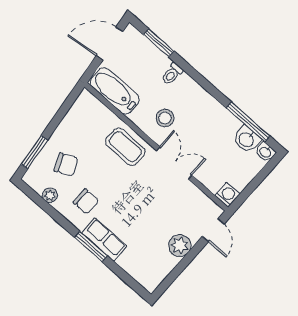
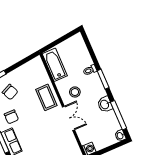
window: (159, 43) -> (103, 79), moved
door: (109, 44) -> (64, 38), removed
washbasin: (247, 139) -> (105, 104), moved

